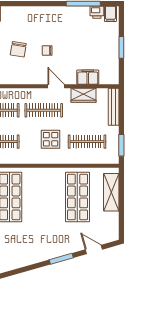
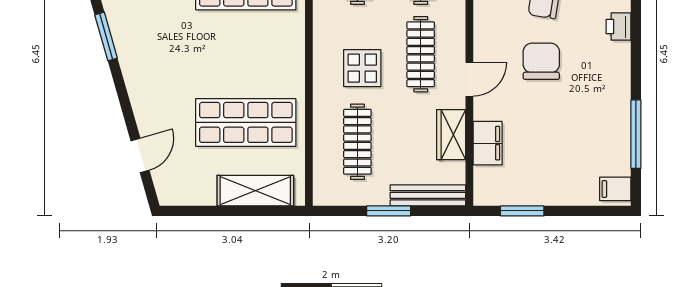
printer: (97, 12) -> (619, 27), moved
window: (121, 47) -> (522, 211), moved
chair: (47, 51) -> (541, 61), width x1.87, depth x1.87
window: (121, 145) -> (389, 211), moved
window: (61, 259) -> (106, 36), moved

